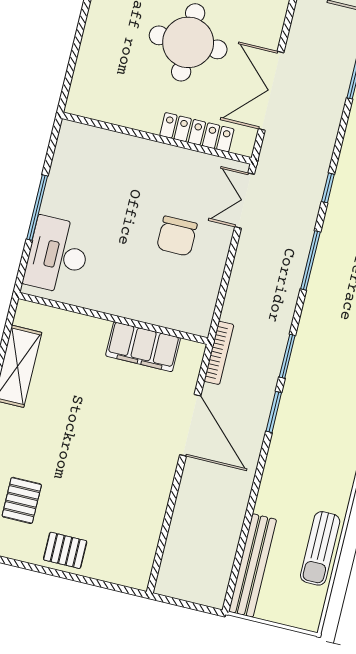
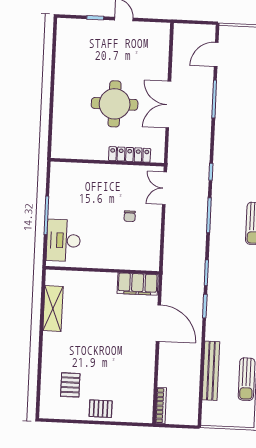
double door: (271, 91) -> (168, 105), moved
chair: (177, 236) -> (130, 216), width x0.54, depth x0.54
filing cabinet: (143, 347) -> (138, 284), moved
bookcase: (219, 353) -> (161, 406), moved
bench: (253, 565) -> (211, 371), moved

